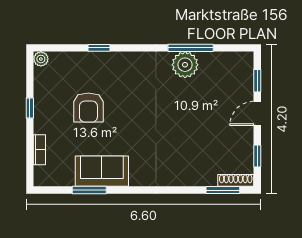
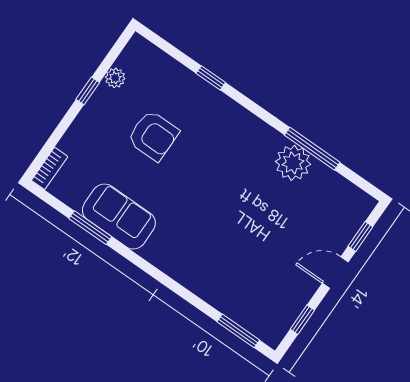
plant: (41, 59) -> (115, 78), moved
armchair: (88, 107) -> (153, 136), turned -90
bookcase: (39, 150) -> (50, 168), moved
shoe rack: (236, 180) -> (260, 330), removed

